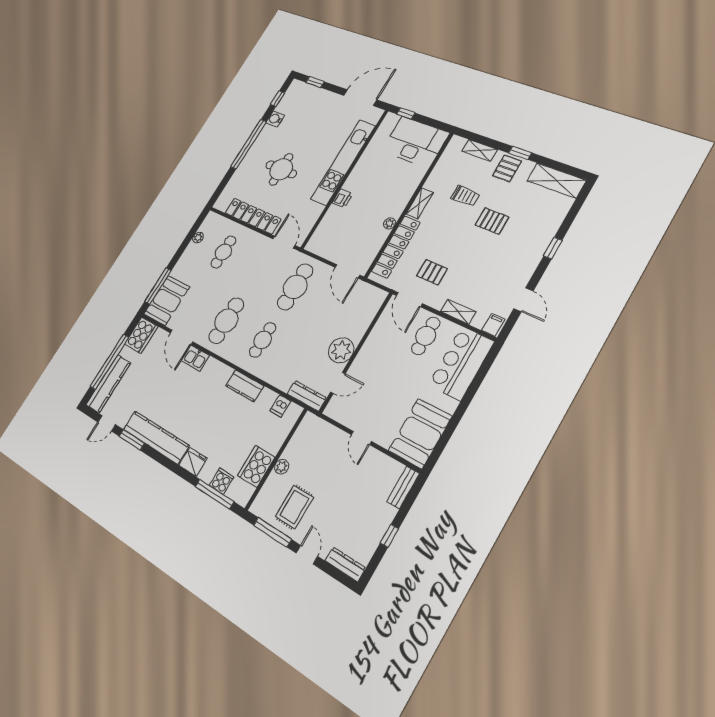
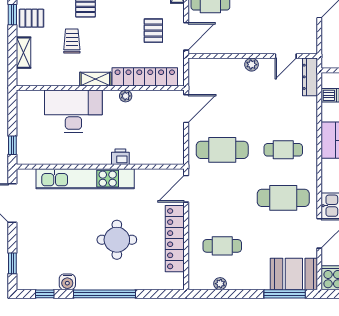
desk: (415, 142) -> (73, 111), moved, turned 90
plant: (341, 350) -> (252, 65), width x0.53, depth x0.53
door: (338, 383) -> (286, 56), swing flipped

